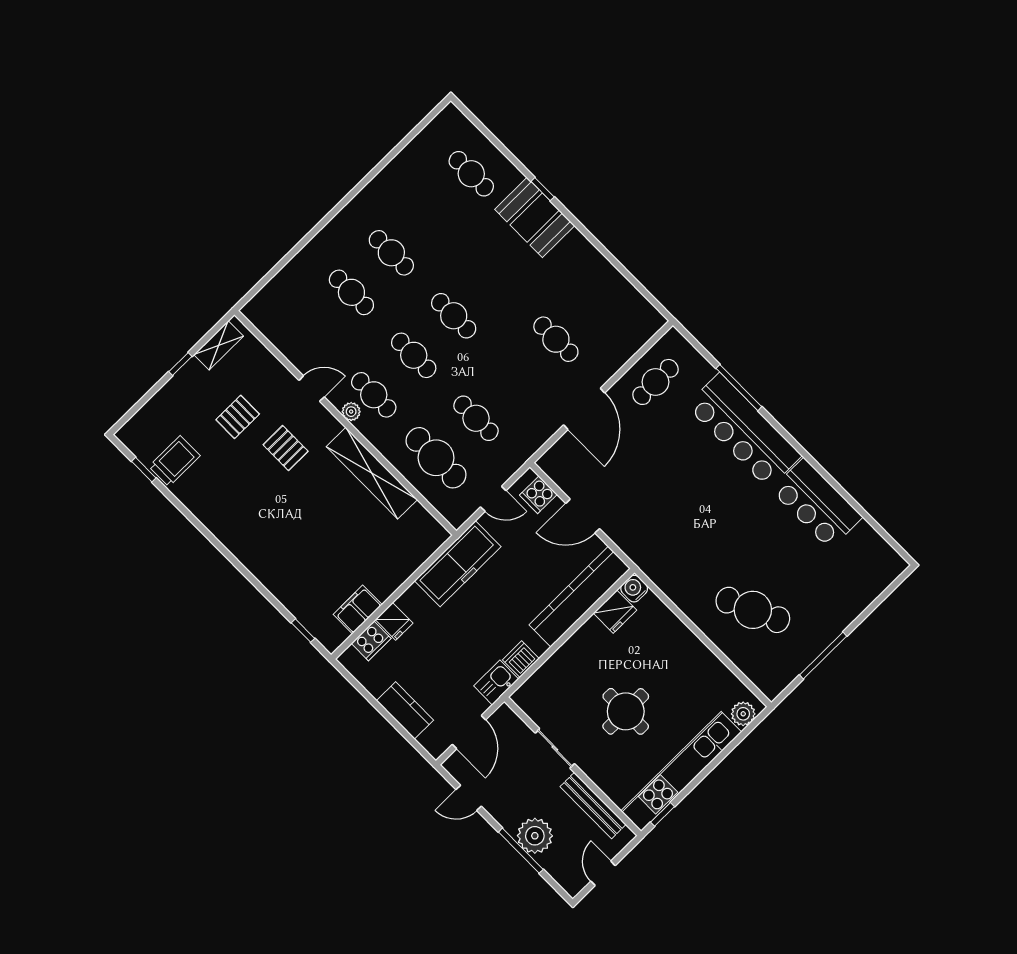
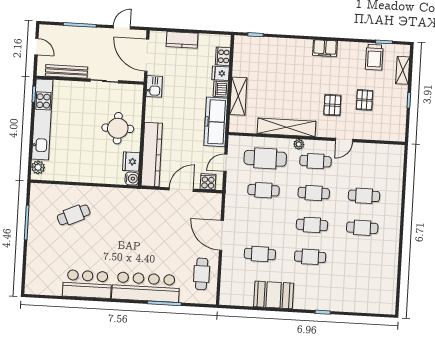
cafe table: (471, 174) -> (310, 257), moved
booth: (535, 218) -> (274, 295), moved
shelving: (219, 345) -> (403, 70), moved
plant: (351, 412) -> (299, 144), moved
pallet: (286, 448) -> (332, 105), turned 90
shelving: (398, 571) -> (238, 96), added
filing cabinet: (358, 610) -> (325, 48), moved, turned 90
cafe table: (753, 610) -> (74, 215), width x0.73, depth x0.74
dishwasher: (521, 659) -> (221, 89), moved, turned 180
round table: (626, 711) -> (118, 128), moved
door: (469, 732) -> (147, 55), width x1.36
plant: (535, 836) -> (80, 37), removed

